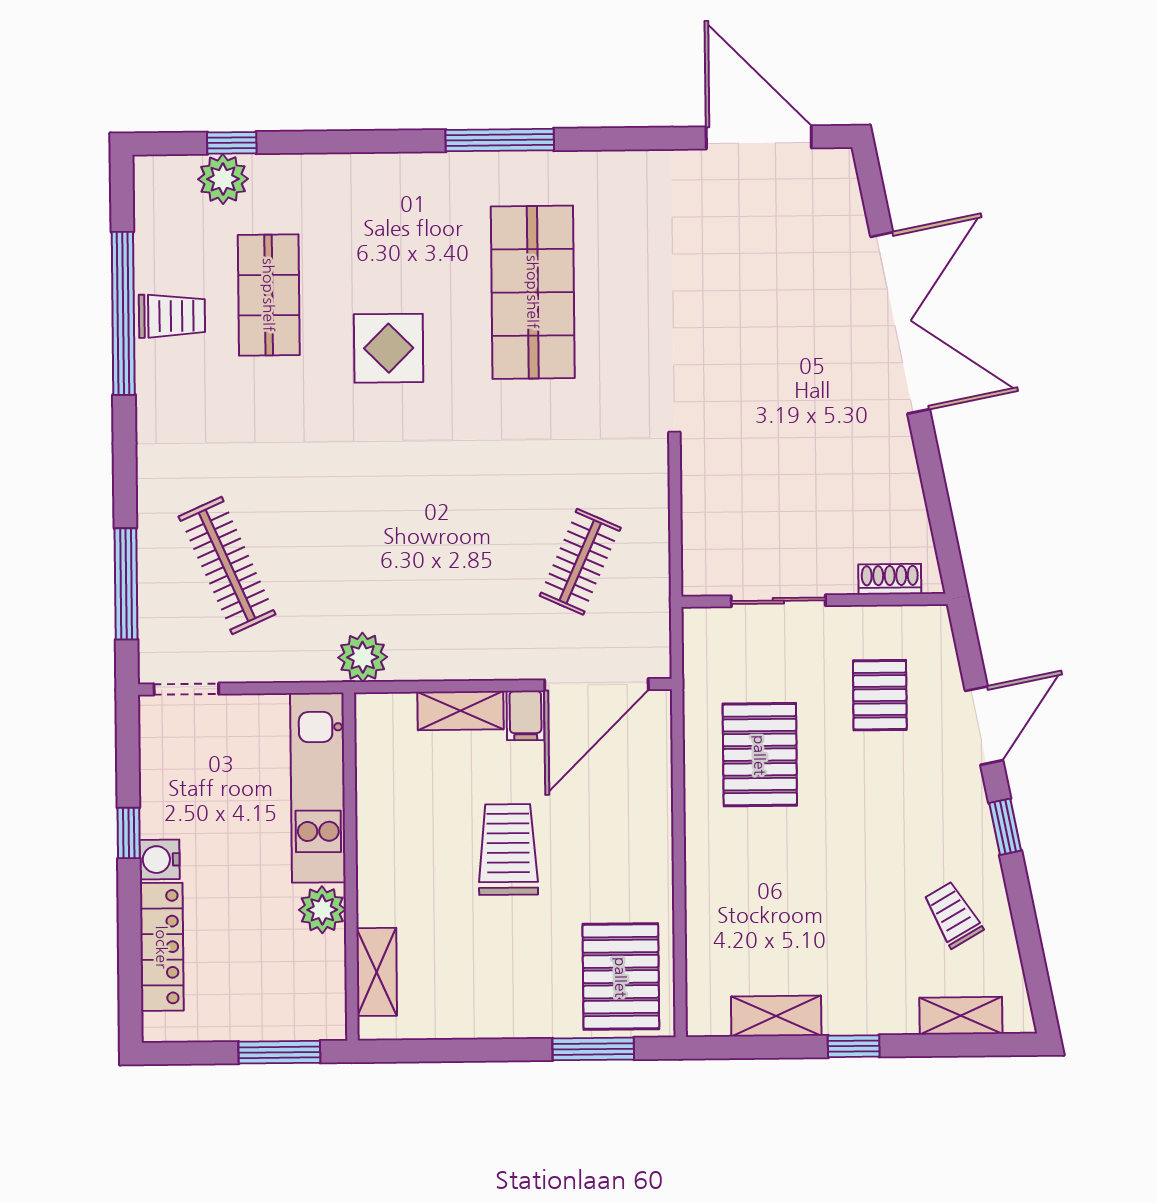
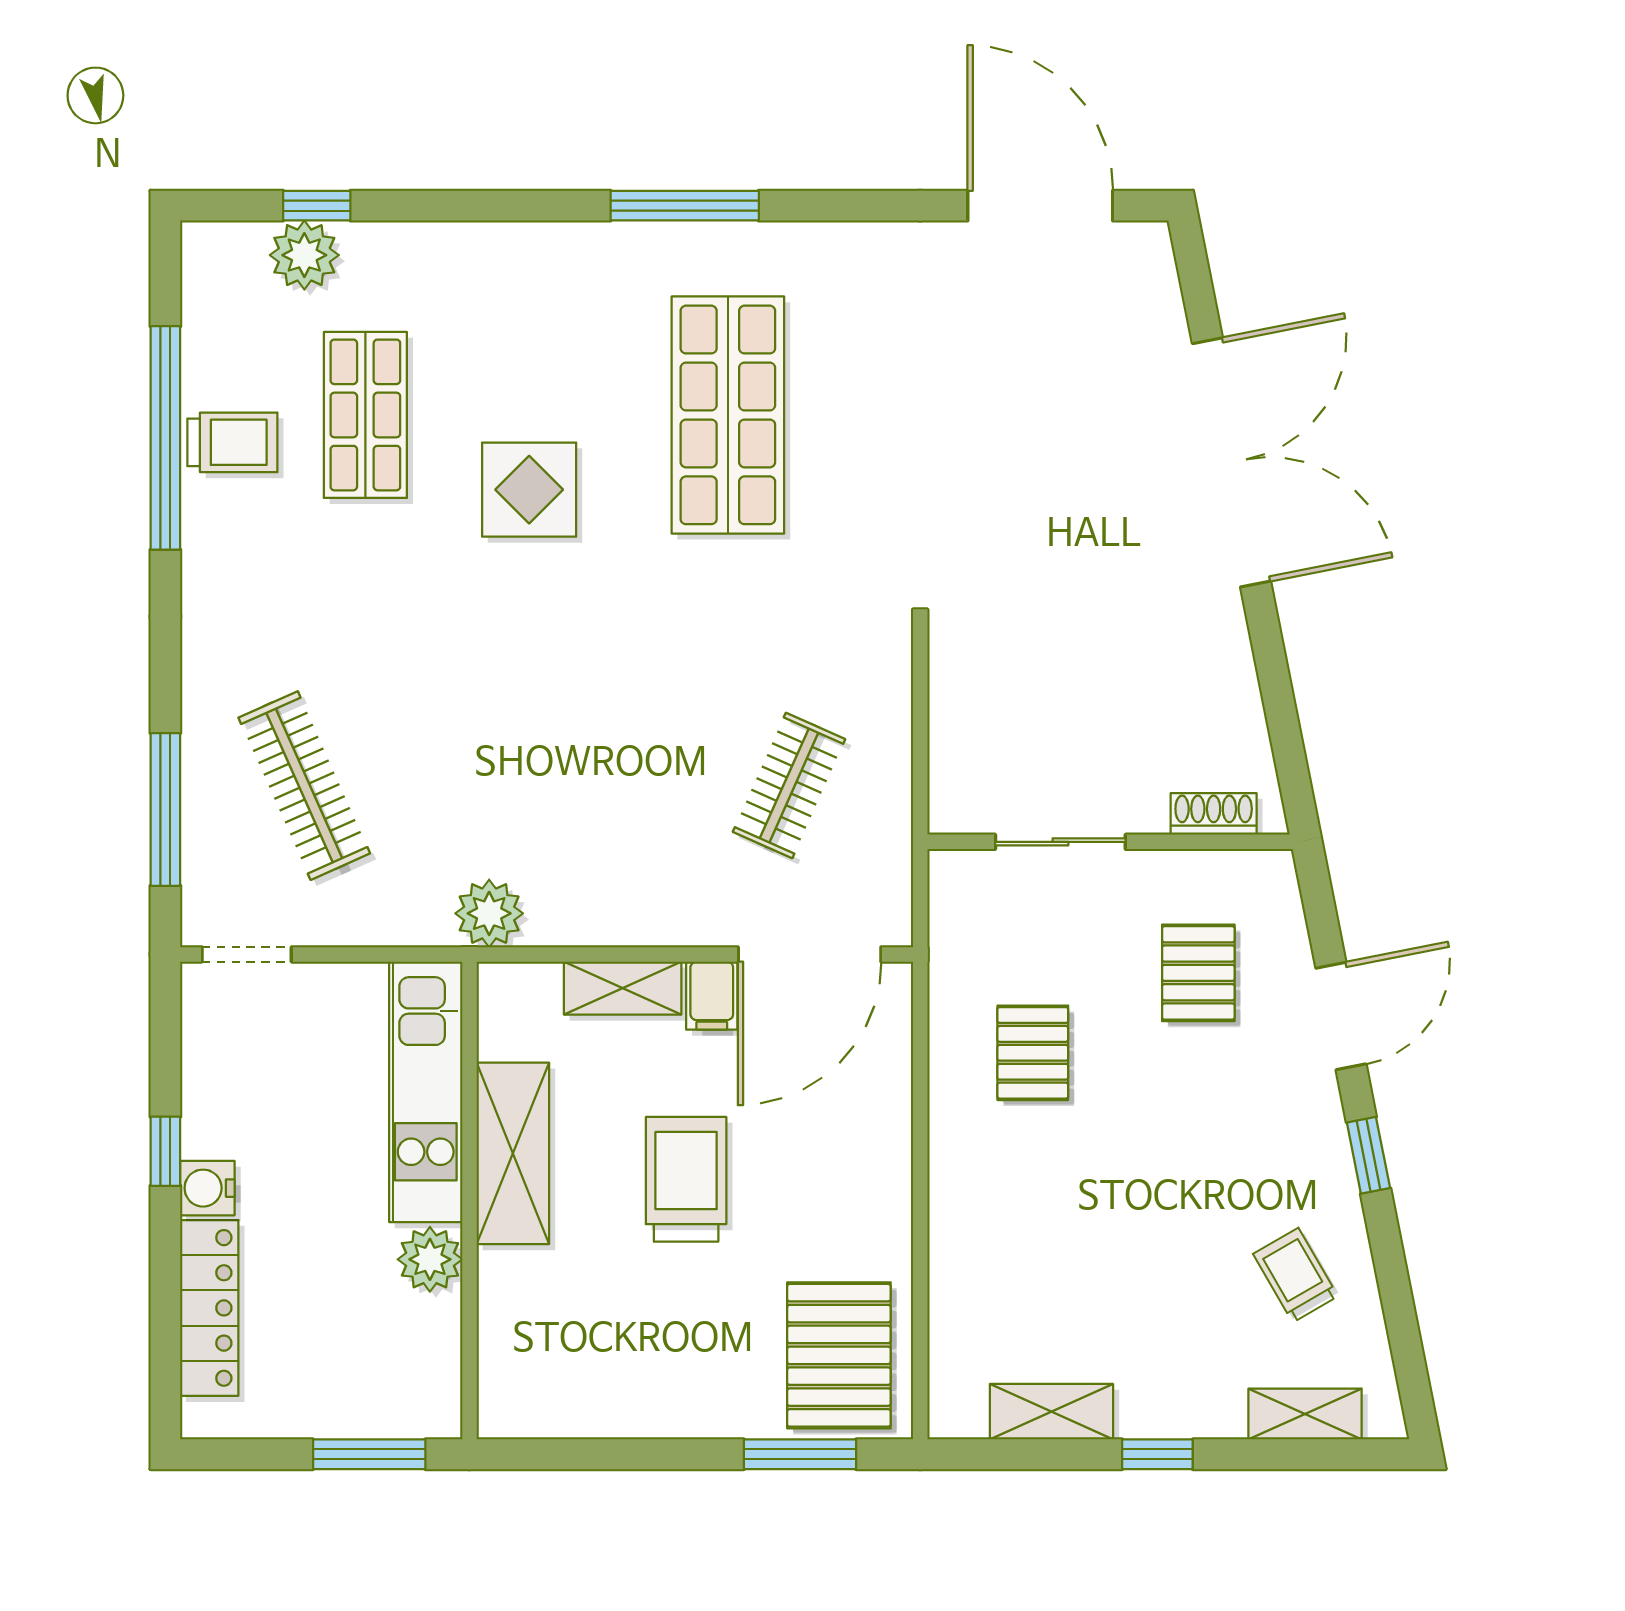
pallet: (760, 755) -> (1033, 1053), width x0.67, depth x0.71
shelving: (377, 972) -> (513, 1153), moved, width x1.50, depth x1.33

